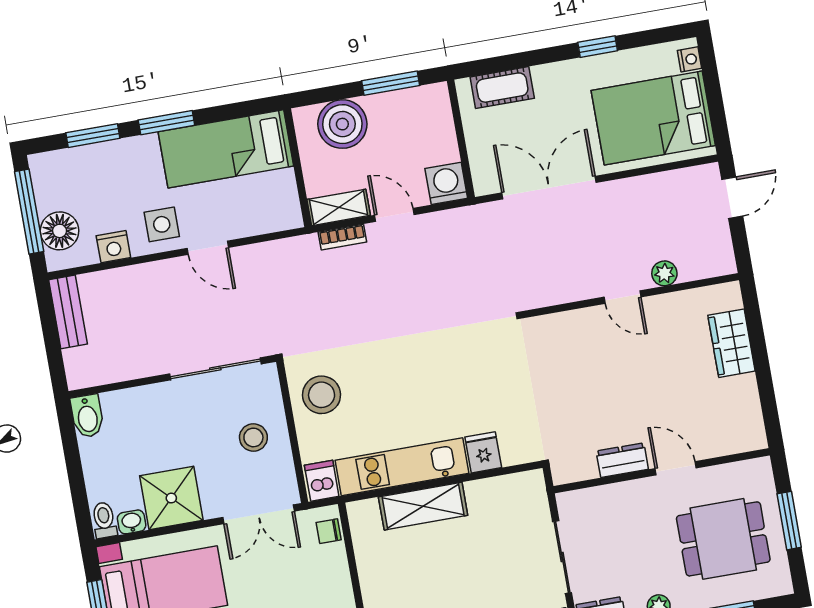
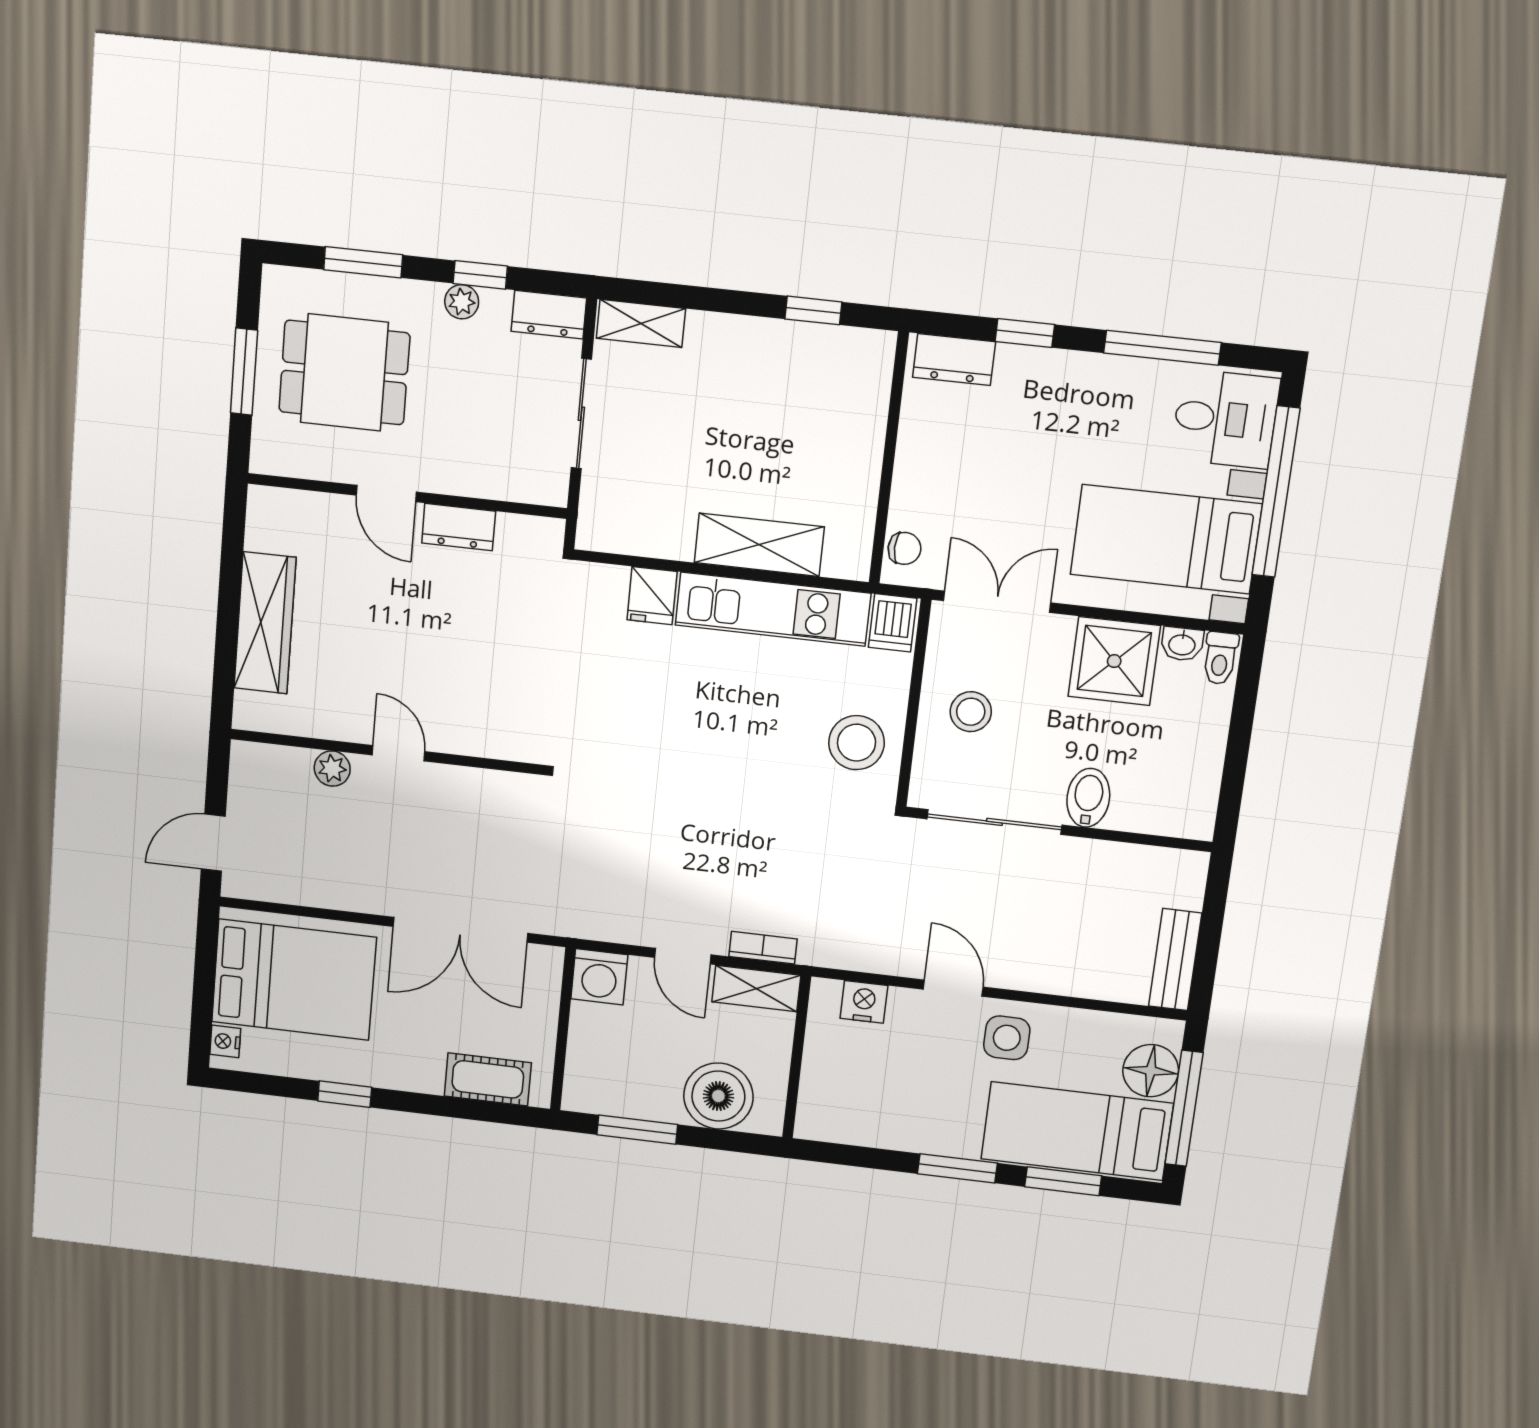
bed: (226, 149) -> (1077, 1131), moved, turned 180
nightstand: (113, 247) -> (864, 1002), moved
wardrobe: (732, 343) -> (265, 623), width x1.50
bidet: (87, 416) -> (1088, 798), moved

